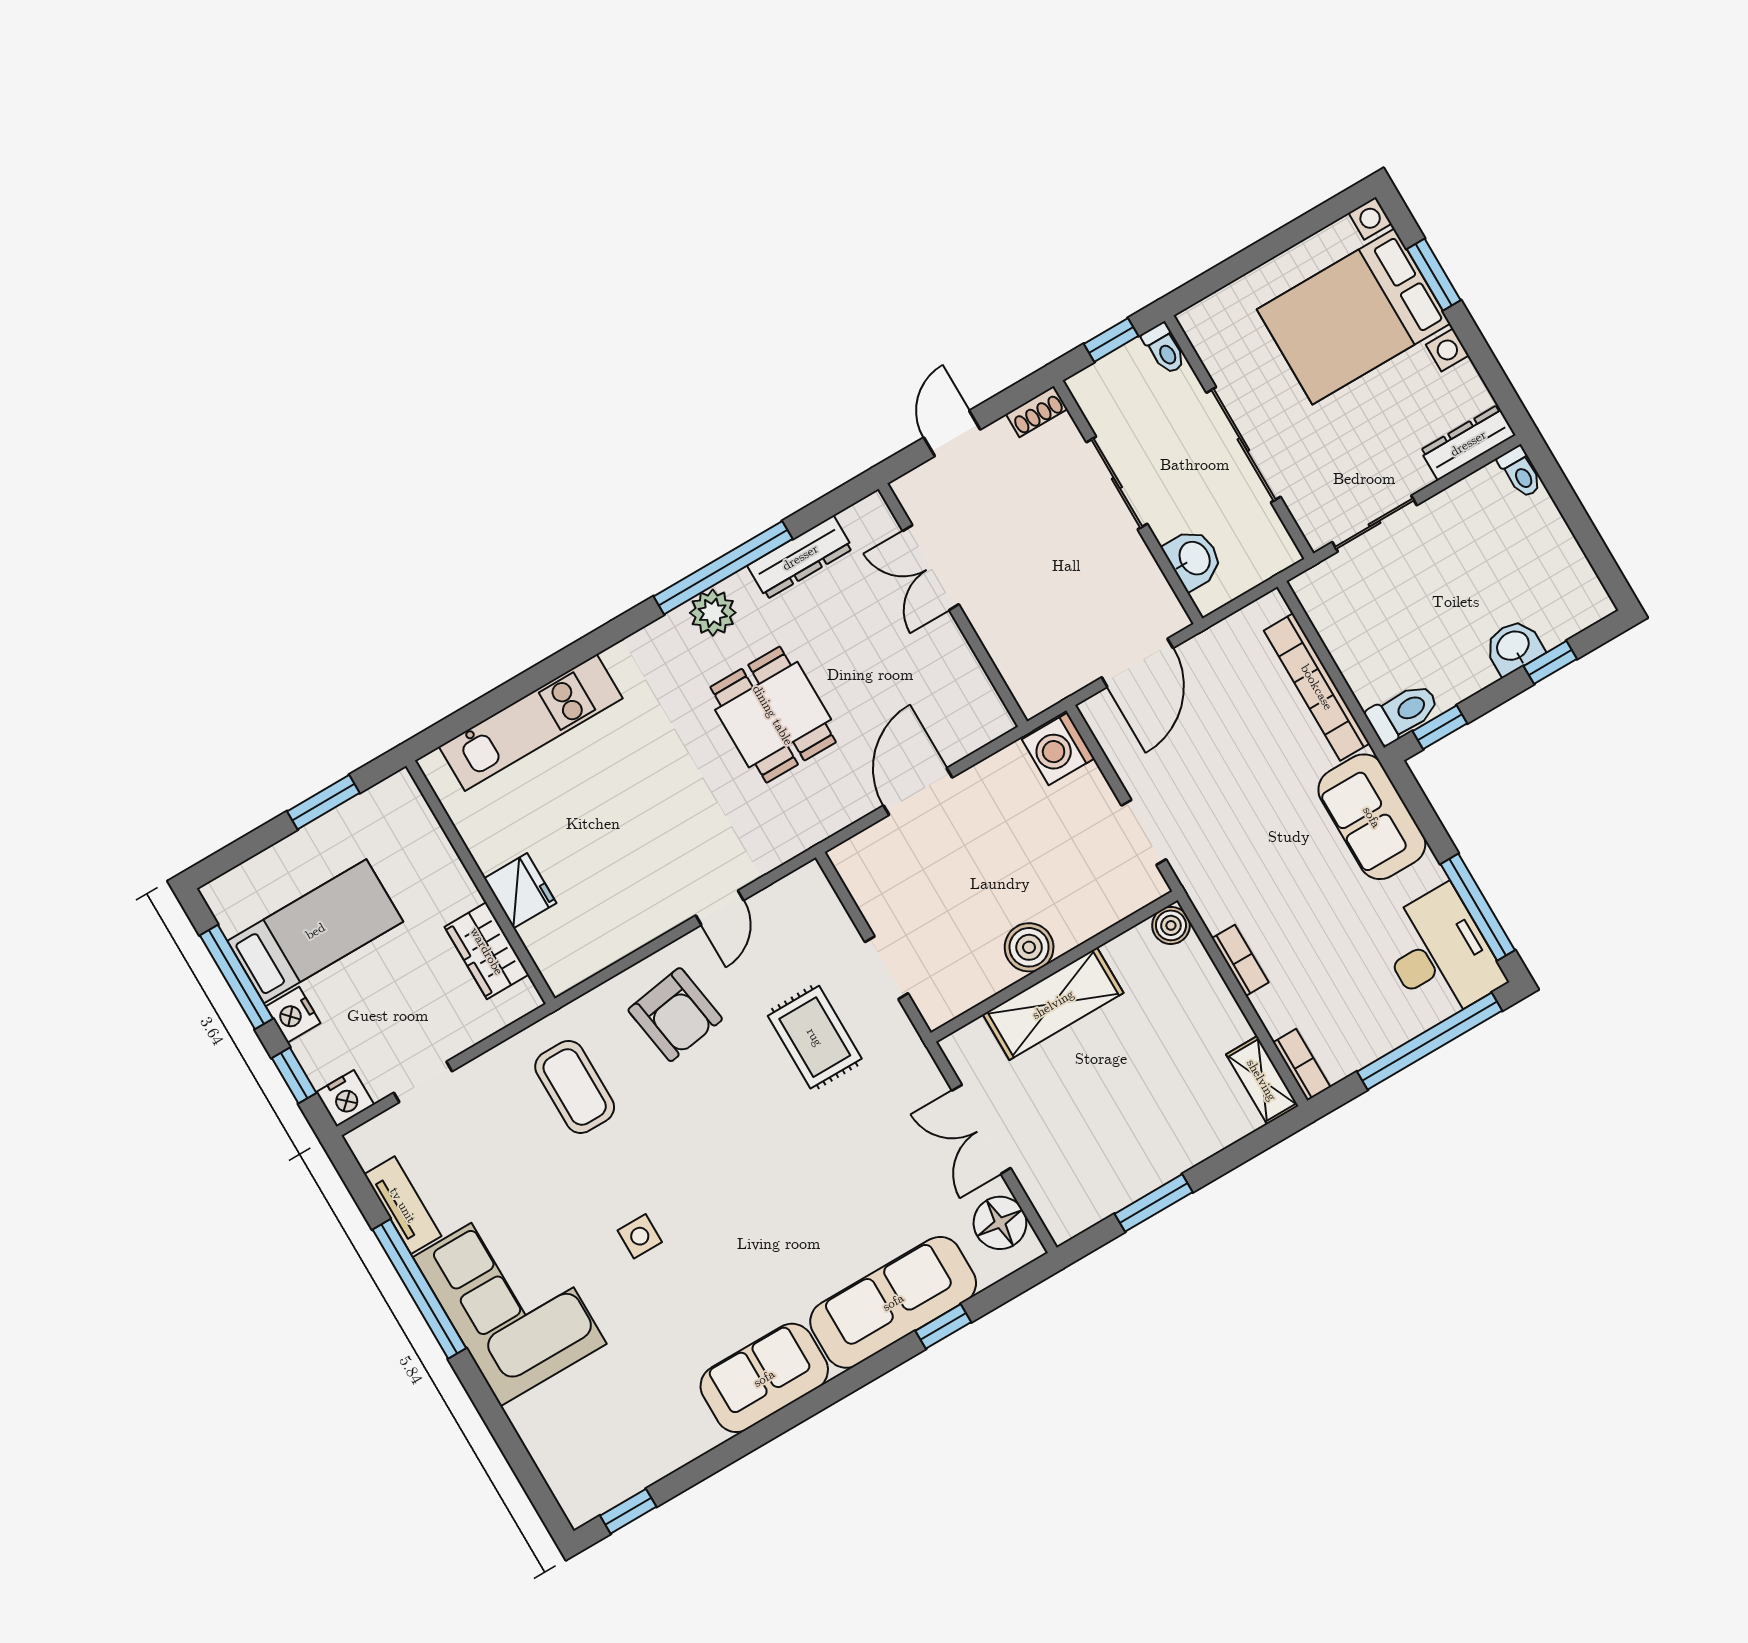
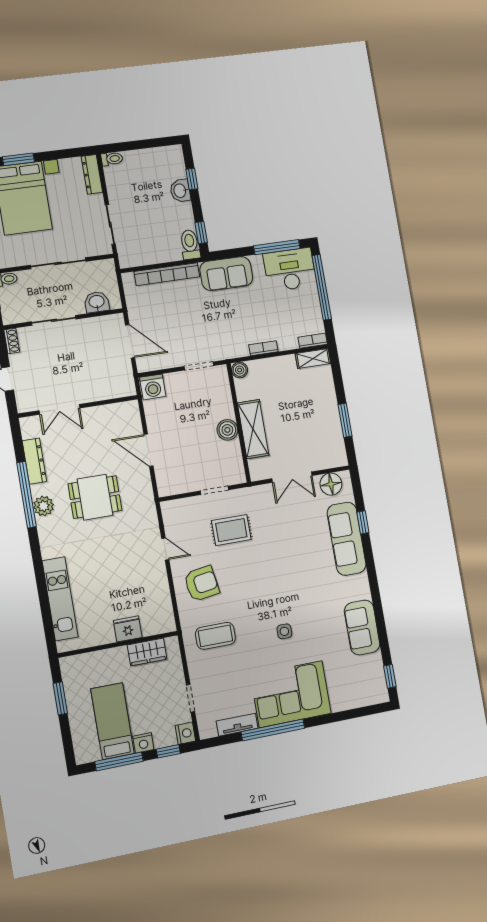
sofa: (764, 1378) -> (362, 627), moved

